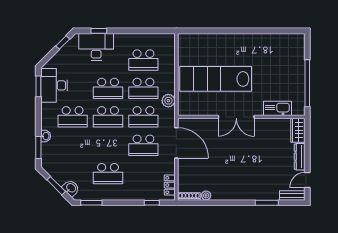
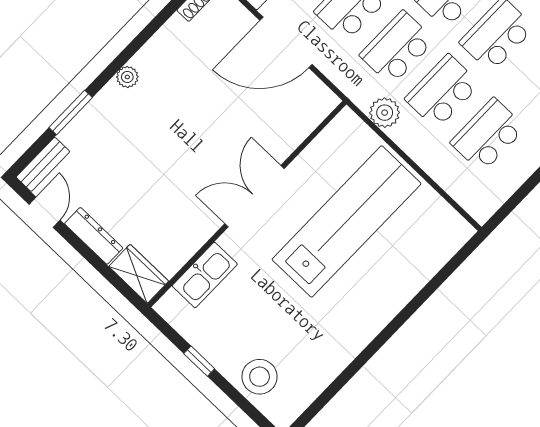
stool: (293, 59) -> (260, 377), added
window: (307, 83) -> (199, 361), width x0.32
door: (176, 143) -> (286, 42), moved
plant: (206, 195) -> (127, 77), moved

